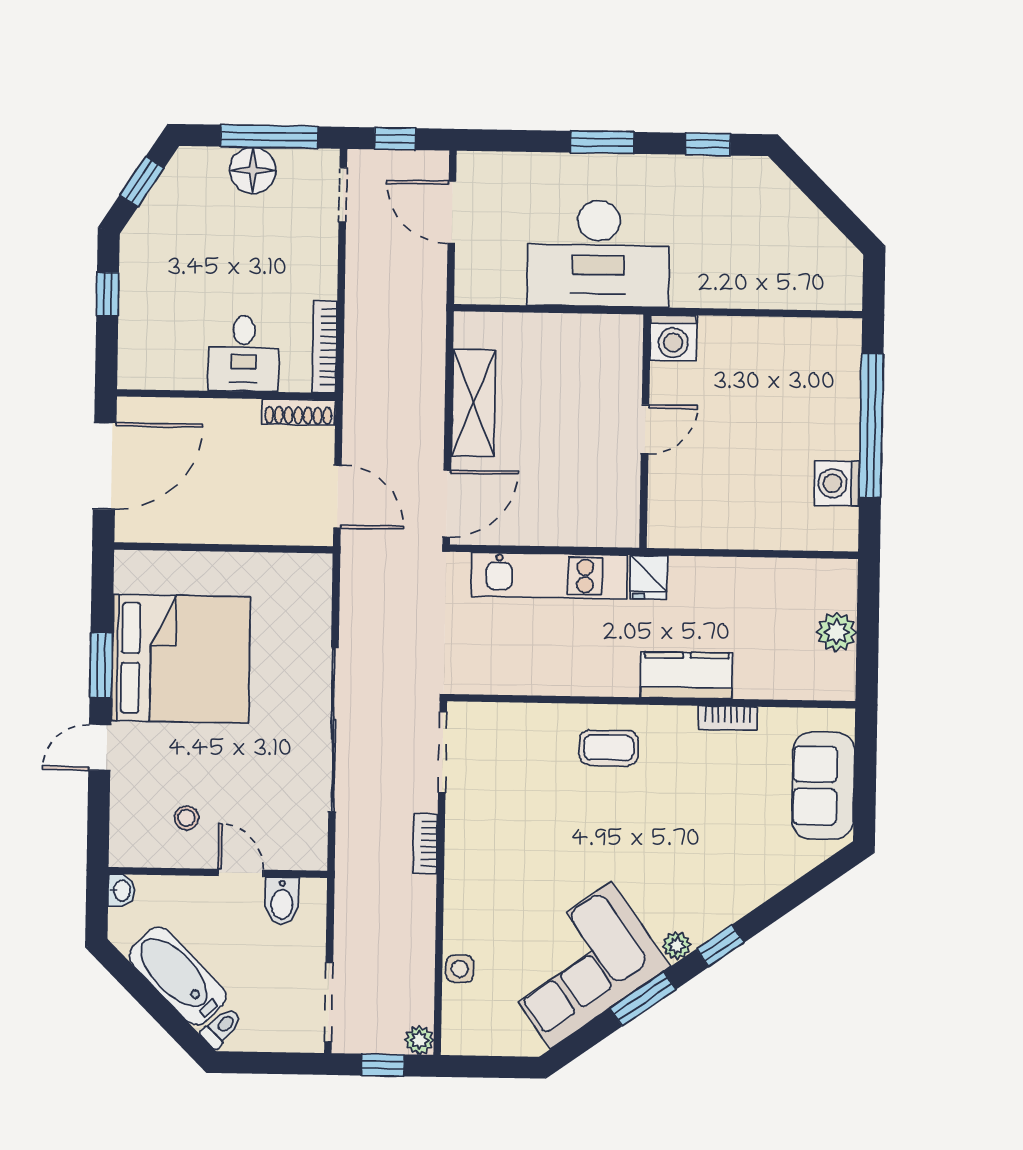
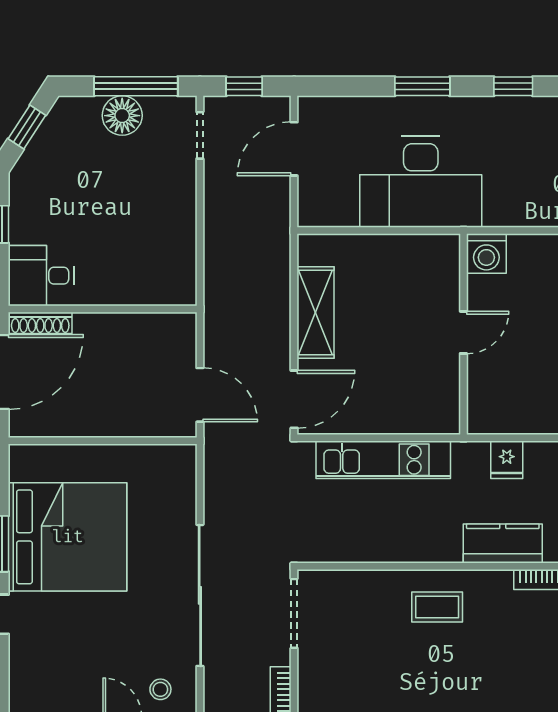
door: (452, 212) -> (294, 149), hinge flipped
bookcase: (325, 347) -> (187, 266), removed
desk: (244, 353) -> (41, 276), moved, turned 90
shoe rack: (298, 412) -> (40, 323), moved
fridge: (649, 577) -> (507, 460), moved
stool: (187, 818) -> (160, 689), moved

